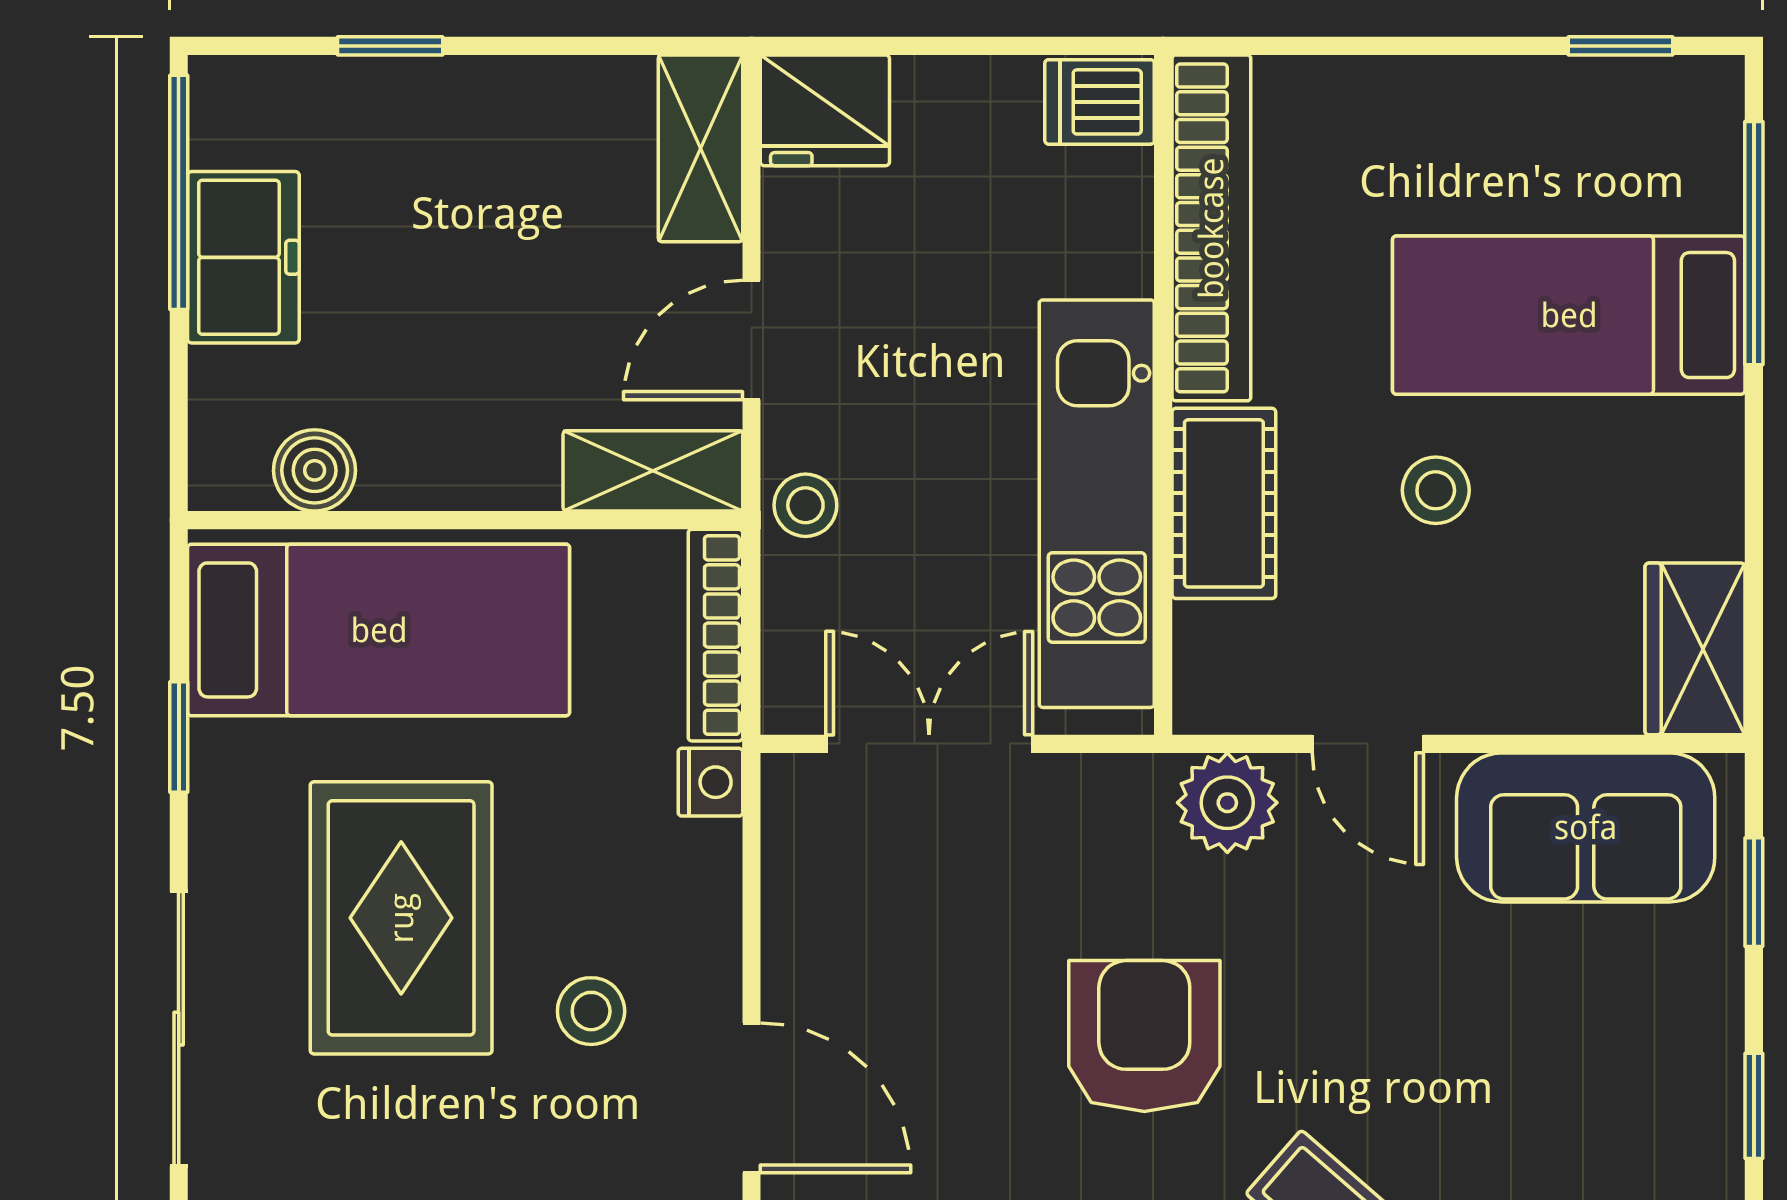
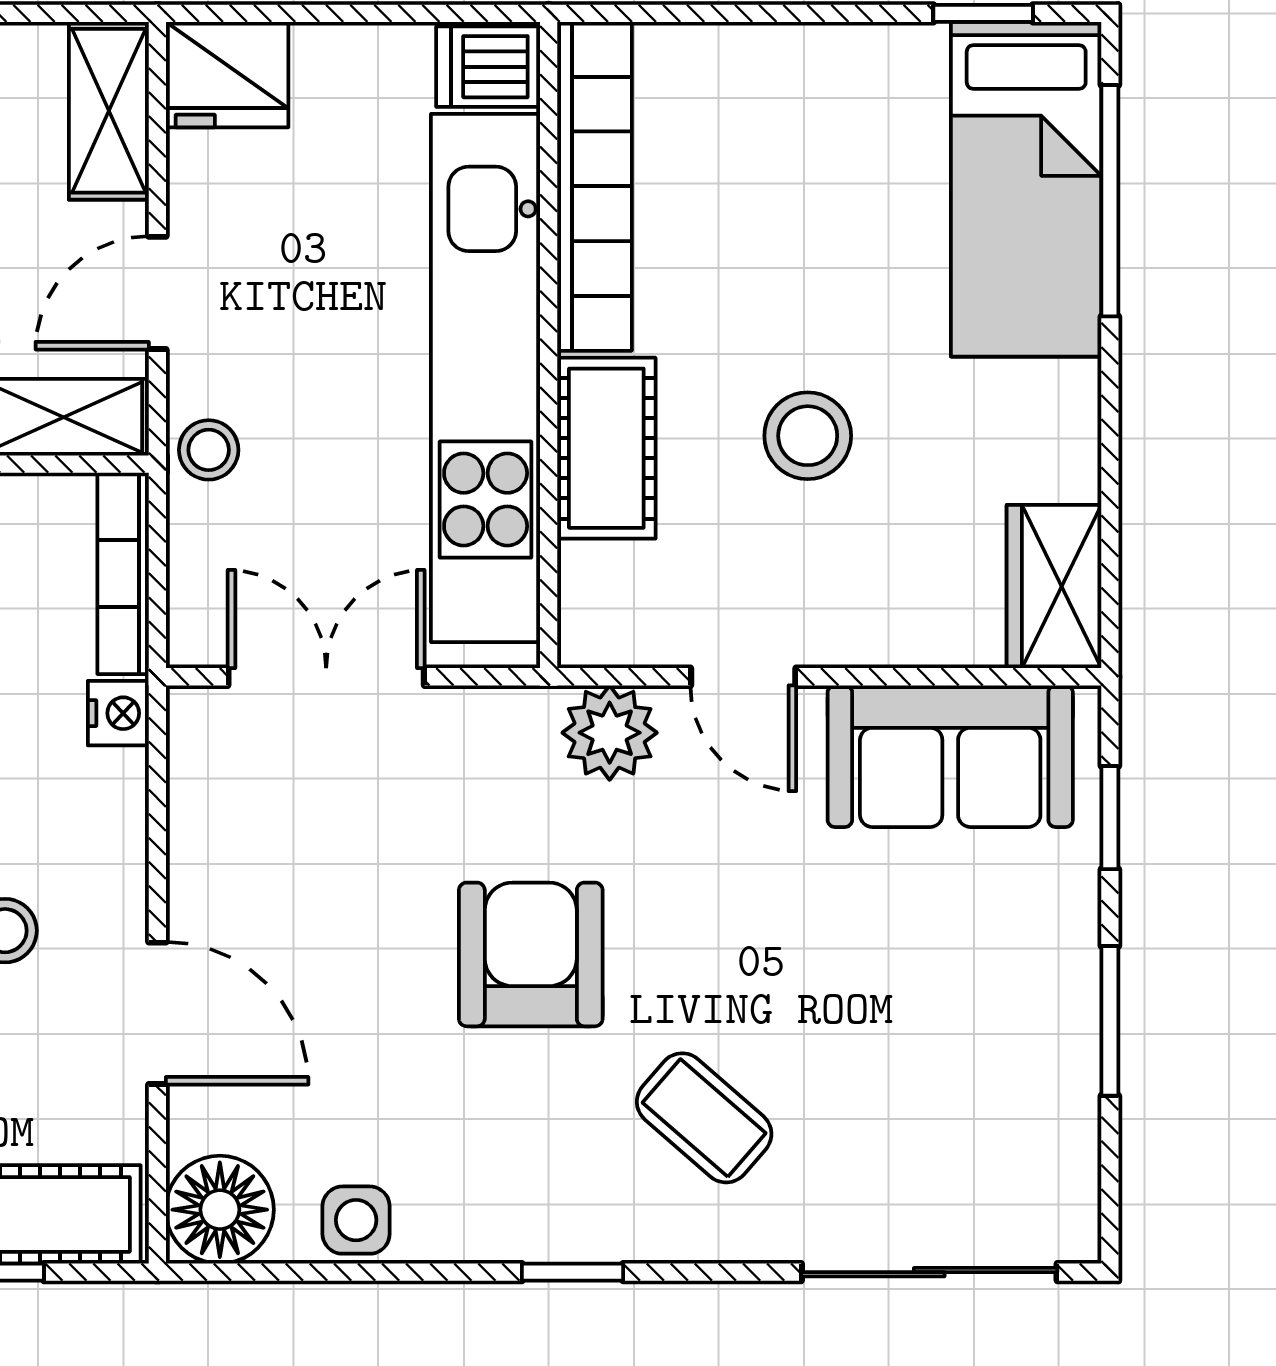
bed: (1569, 315) -> (1026, 189), moved, turned -90
stool: (1436, 490) -> (808, 436), width x1.37, depth x1.37
kitchen unit: (1097, 504) -> (486, 378), width x1.36
window: (1754, 1106) -> (1110, 1021), width x1.50

